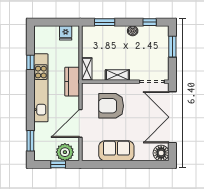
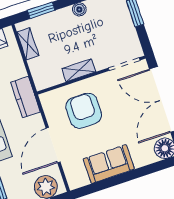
shelving: (87, 69) -> (28, 44), moved
armchair: (111, 106) -> (84, 111), turned 90

